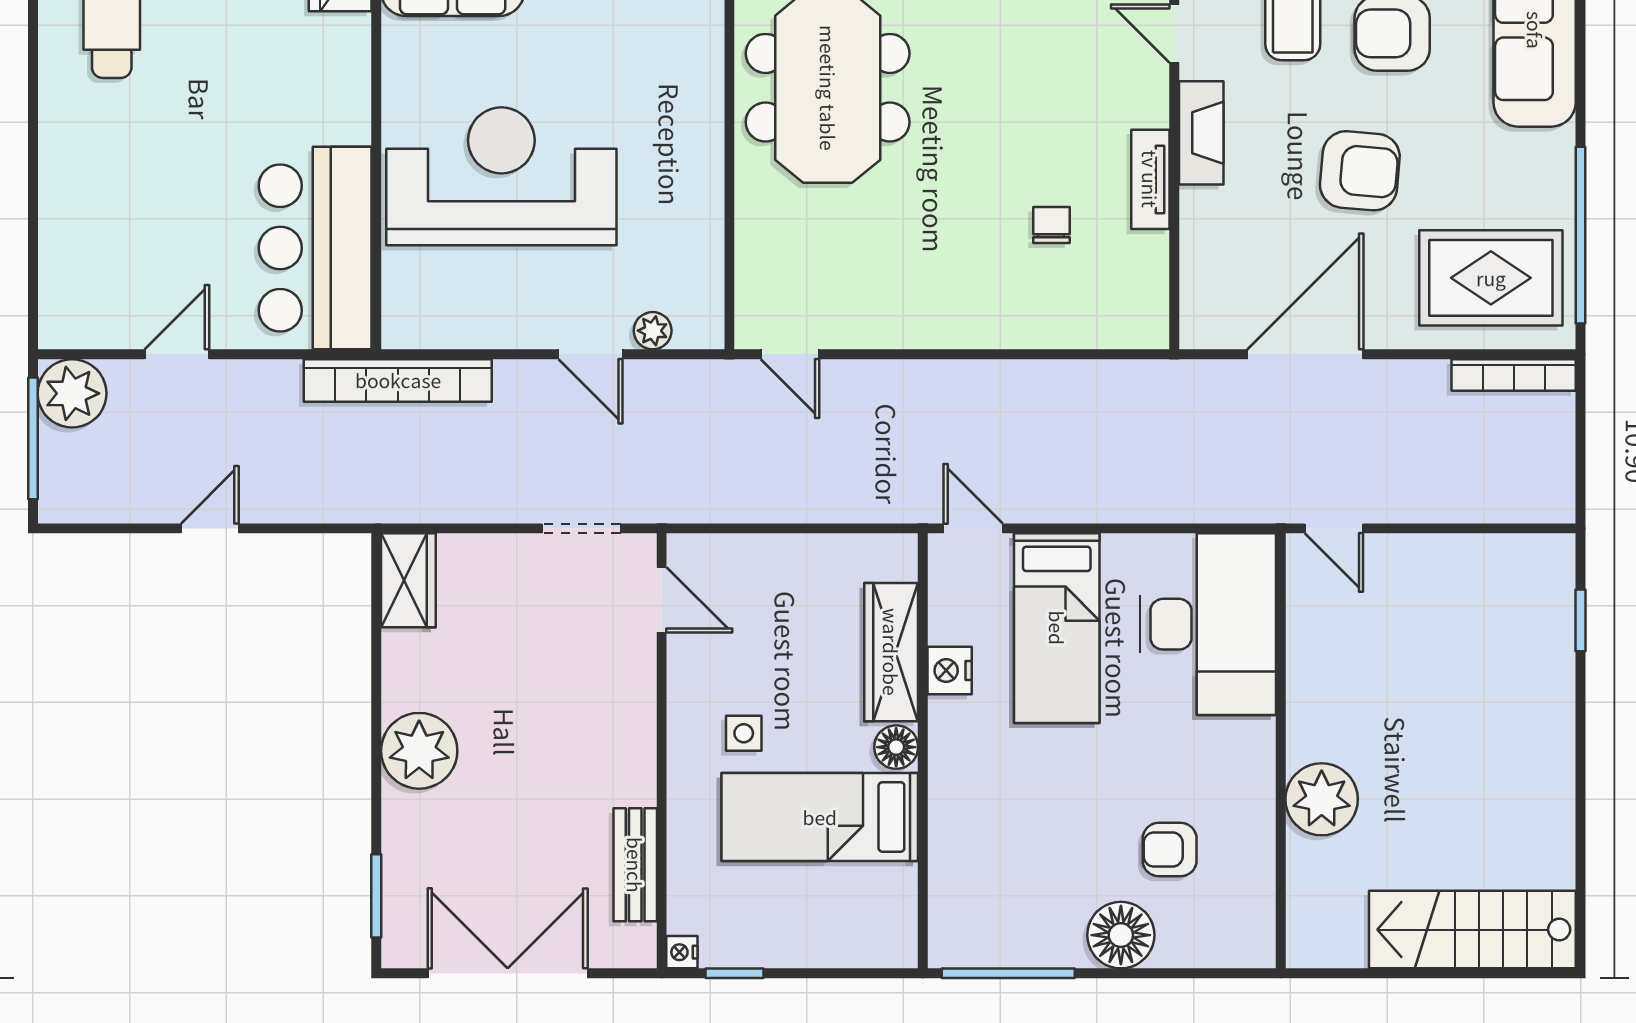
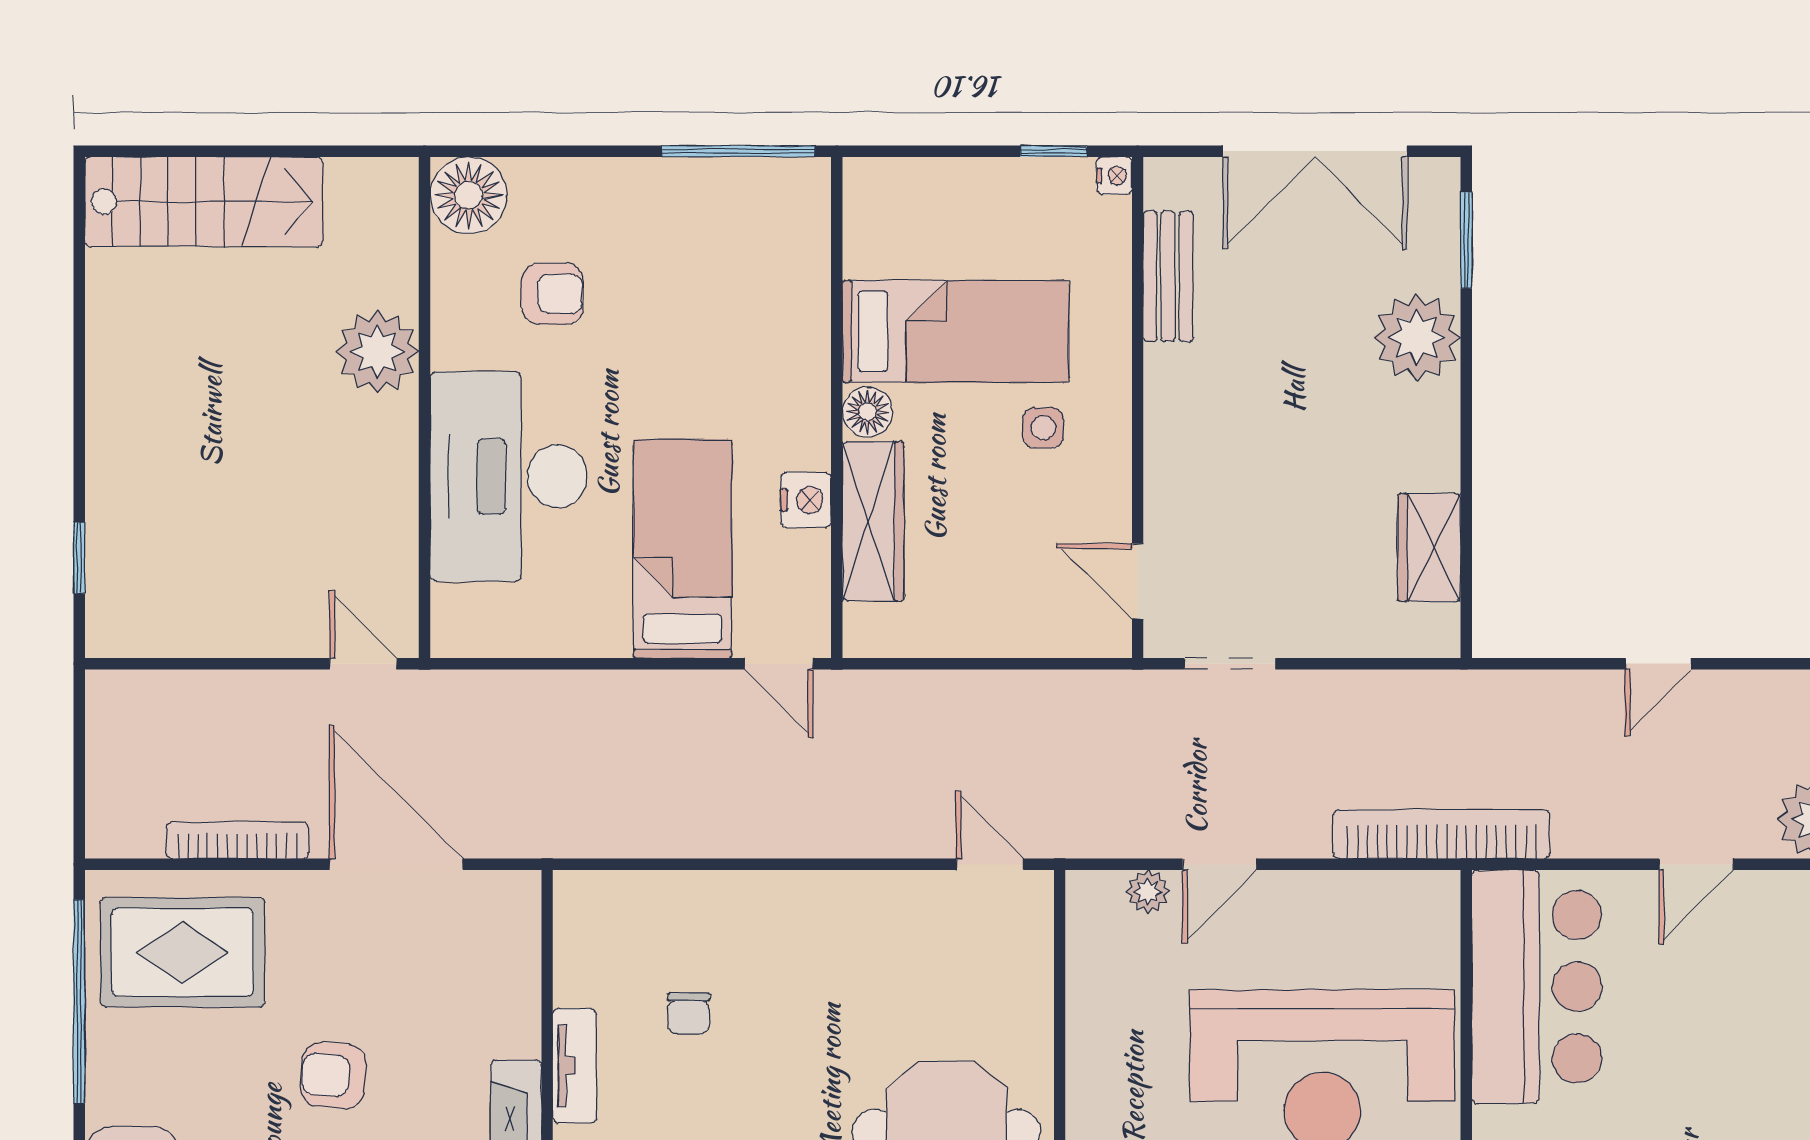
armchair: (1360, 171) -> (333, 1076), width x0.72, depth x0.72
door: (590, 354) -> (1220, 864), swing flipped
door: (1305, 354) -> (396, 864), swing flipped
bookcase: (1514, 375) -> (237, 840), moved
wardrobe: (408, 580) -> (1429, 548), moved
desk: (1208, 624) -> (509, 476), moved
plant: (419, 751) -> (1417, 337), moved
floor lamp: (1121, 935) -> (469, 195), moved

